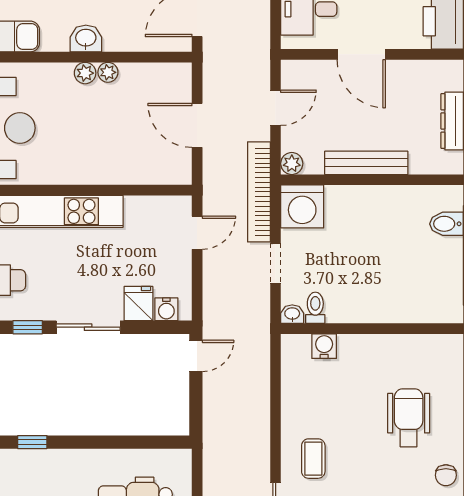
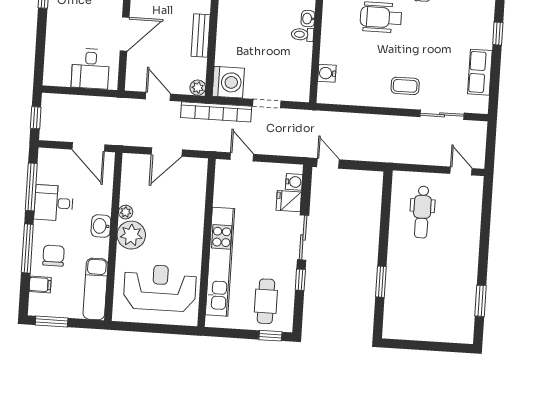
plant: (85, 73) -> (131, 235), width x1.87, depth x1.87
bench: (366, 163) -> (201, 35), width x0.73
toilet: (315, 308) -> (302, 34), moved
washbasin: (292, 314) -> (308, 19), moved
window: (32, 442) -> (381, 282), width x1.50

